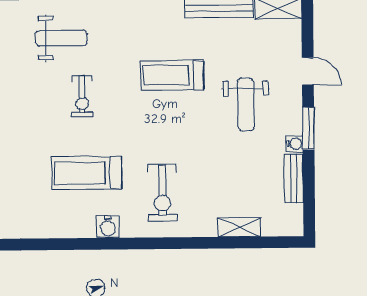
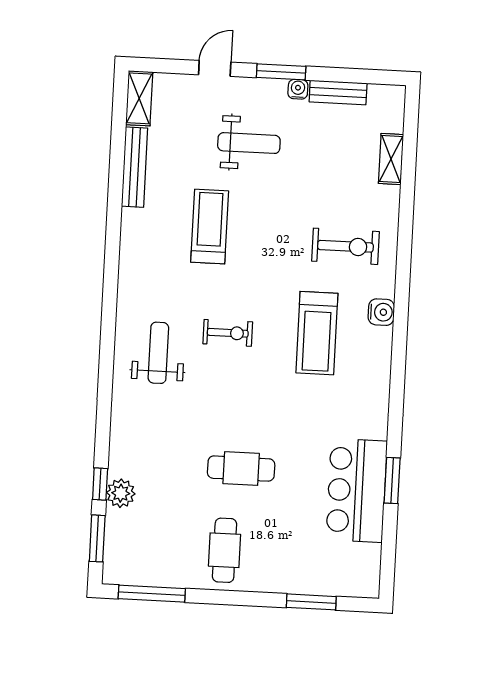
treadmill: (172, 75) -> (210, 227), turned 180

